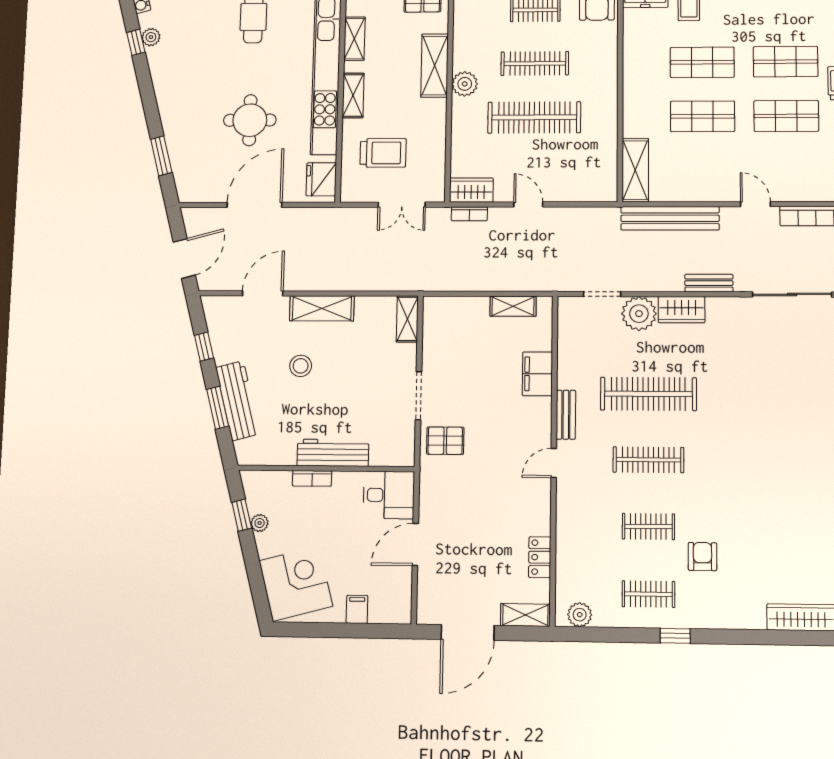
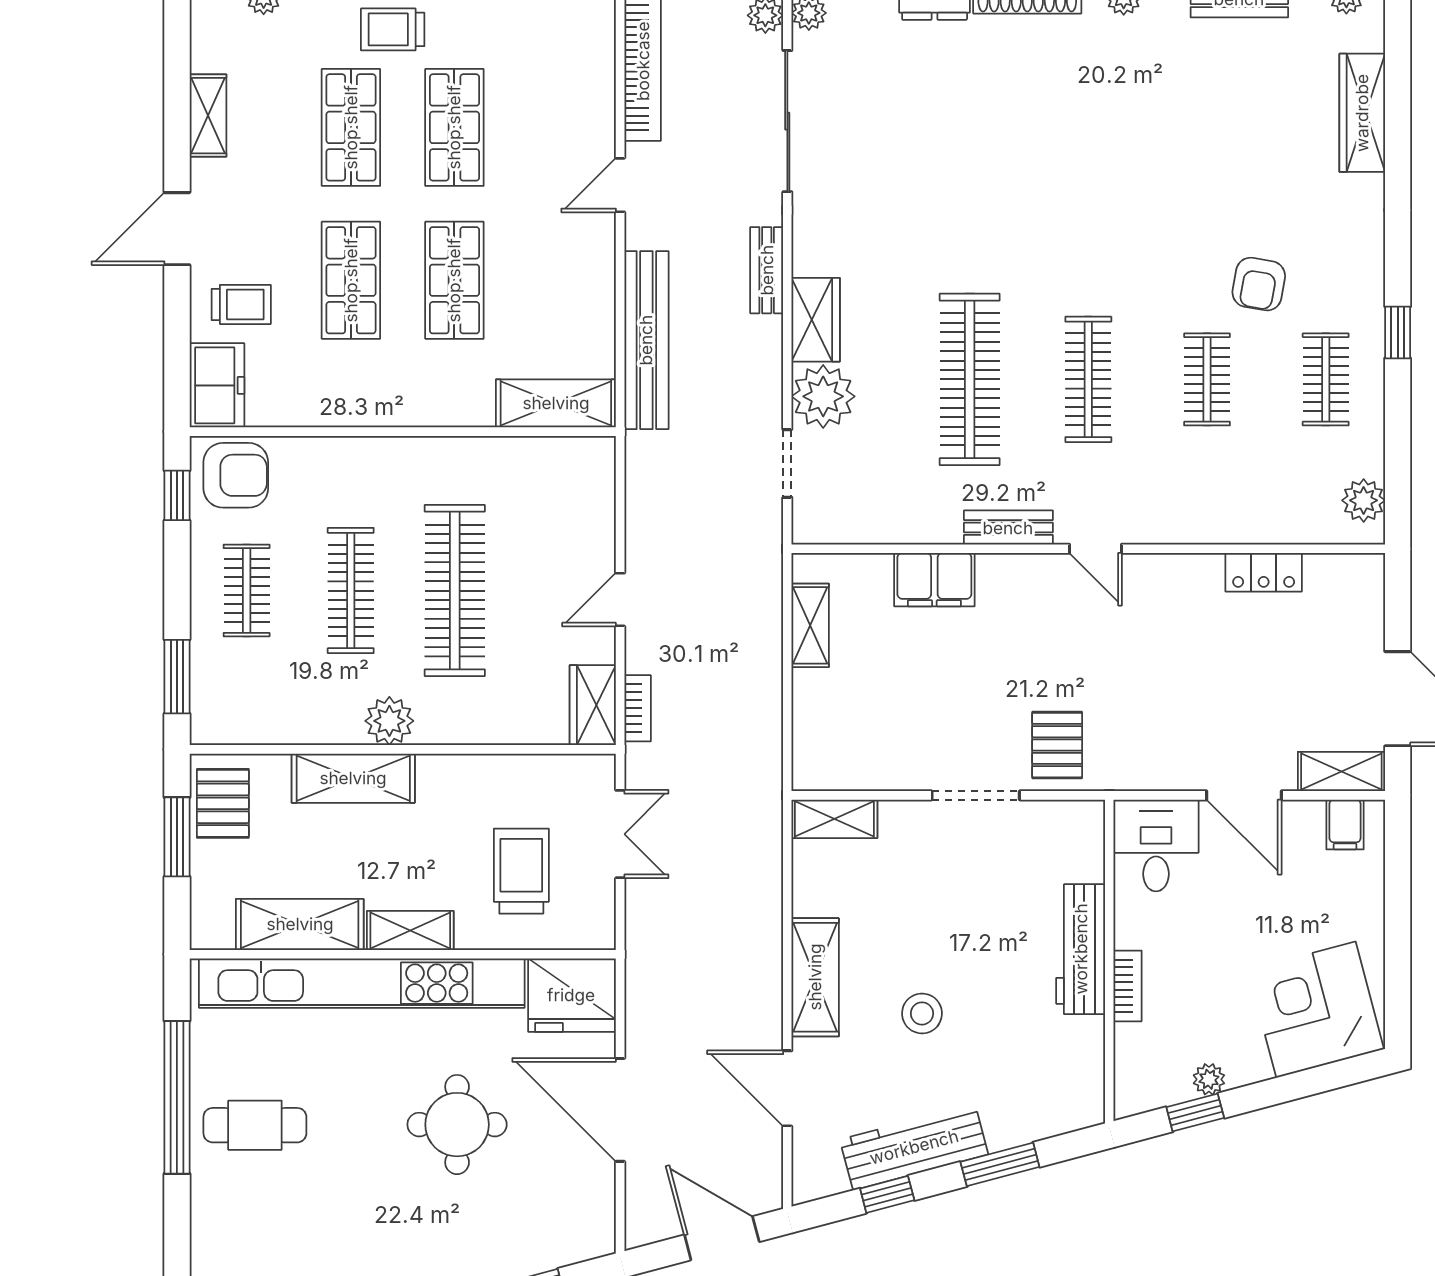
shelving: (354, 39) -> (300, 924), width x1.50, depth x1.33
fridge: (321, 179) -> (571, 995), width x1.36, depth x1.34
workbench: (238, 401) -> (914, 1147), moved
armchair: (702, 557) -> (1259, 284), turned -80
filing cabinet: (357, 609) -> (1345, 824), moved, turned -90
shelving: (525, 615) -> (1341, 772), moved, turned 90

